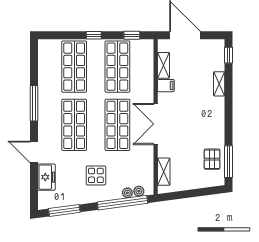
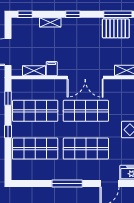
window: (228, 110) -> (73, 14), added
pallet: (212, 159) -> (116, 28), width x1.50, depth x1.42

